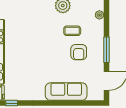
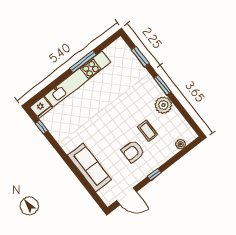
window: (107, 50) -> (154, 175), width x0.46

